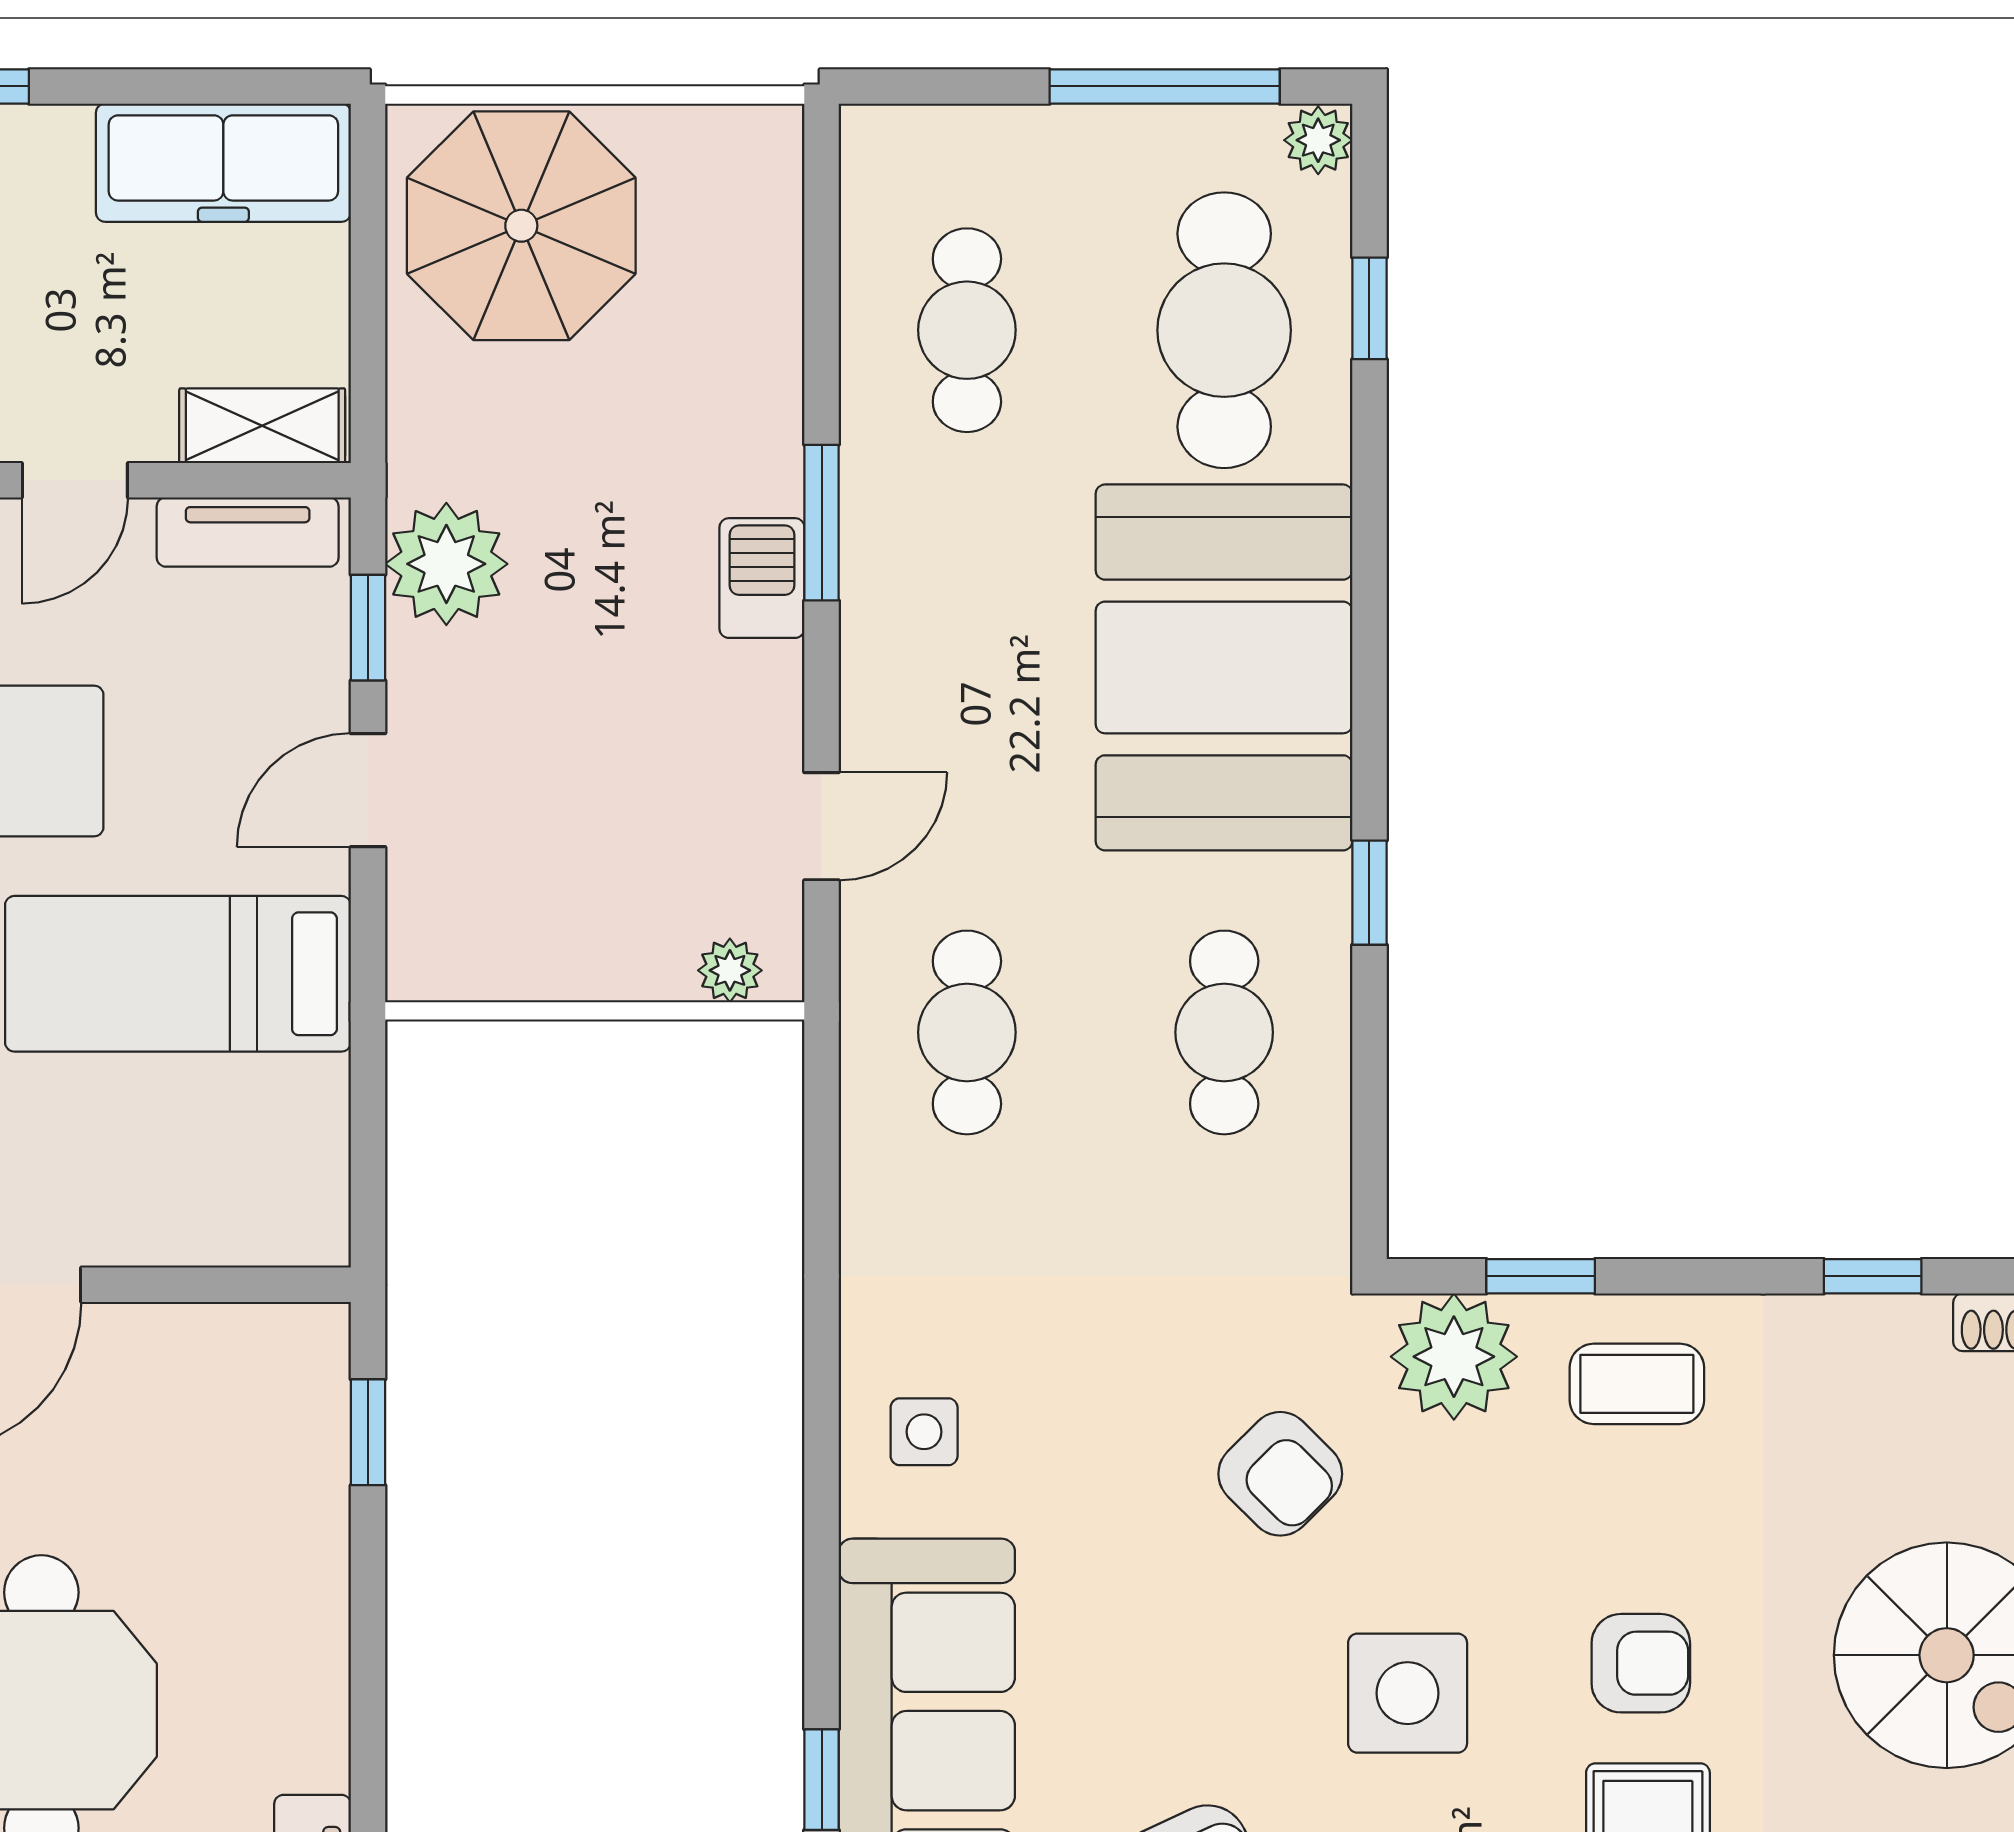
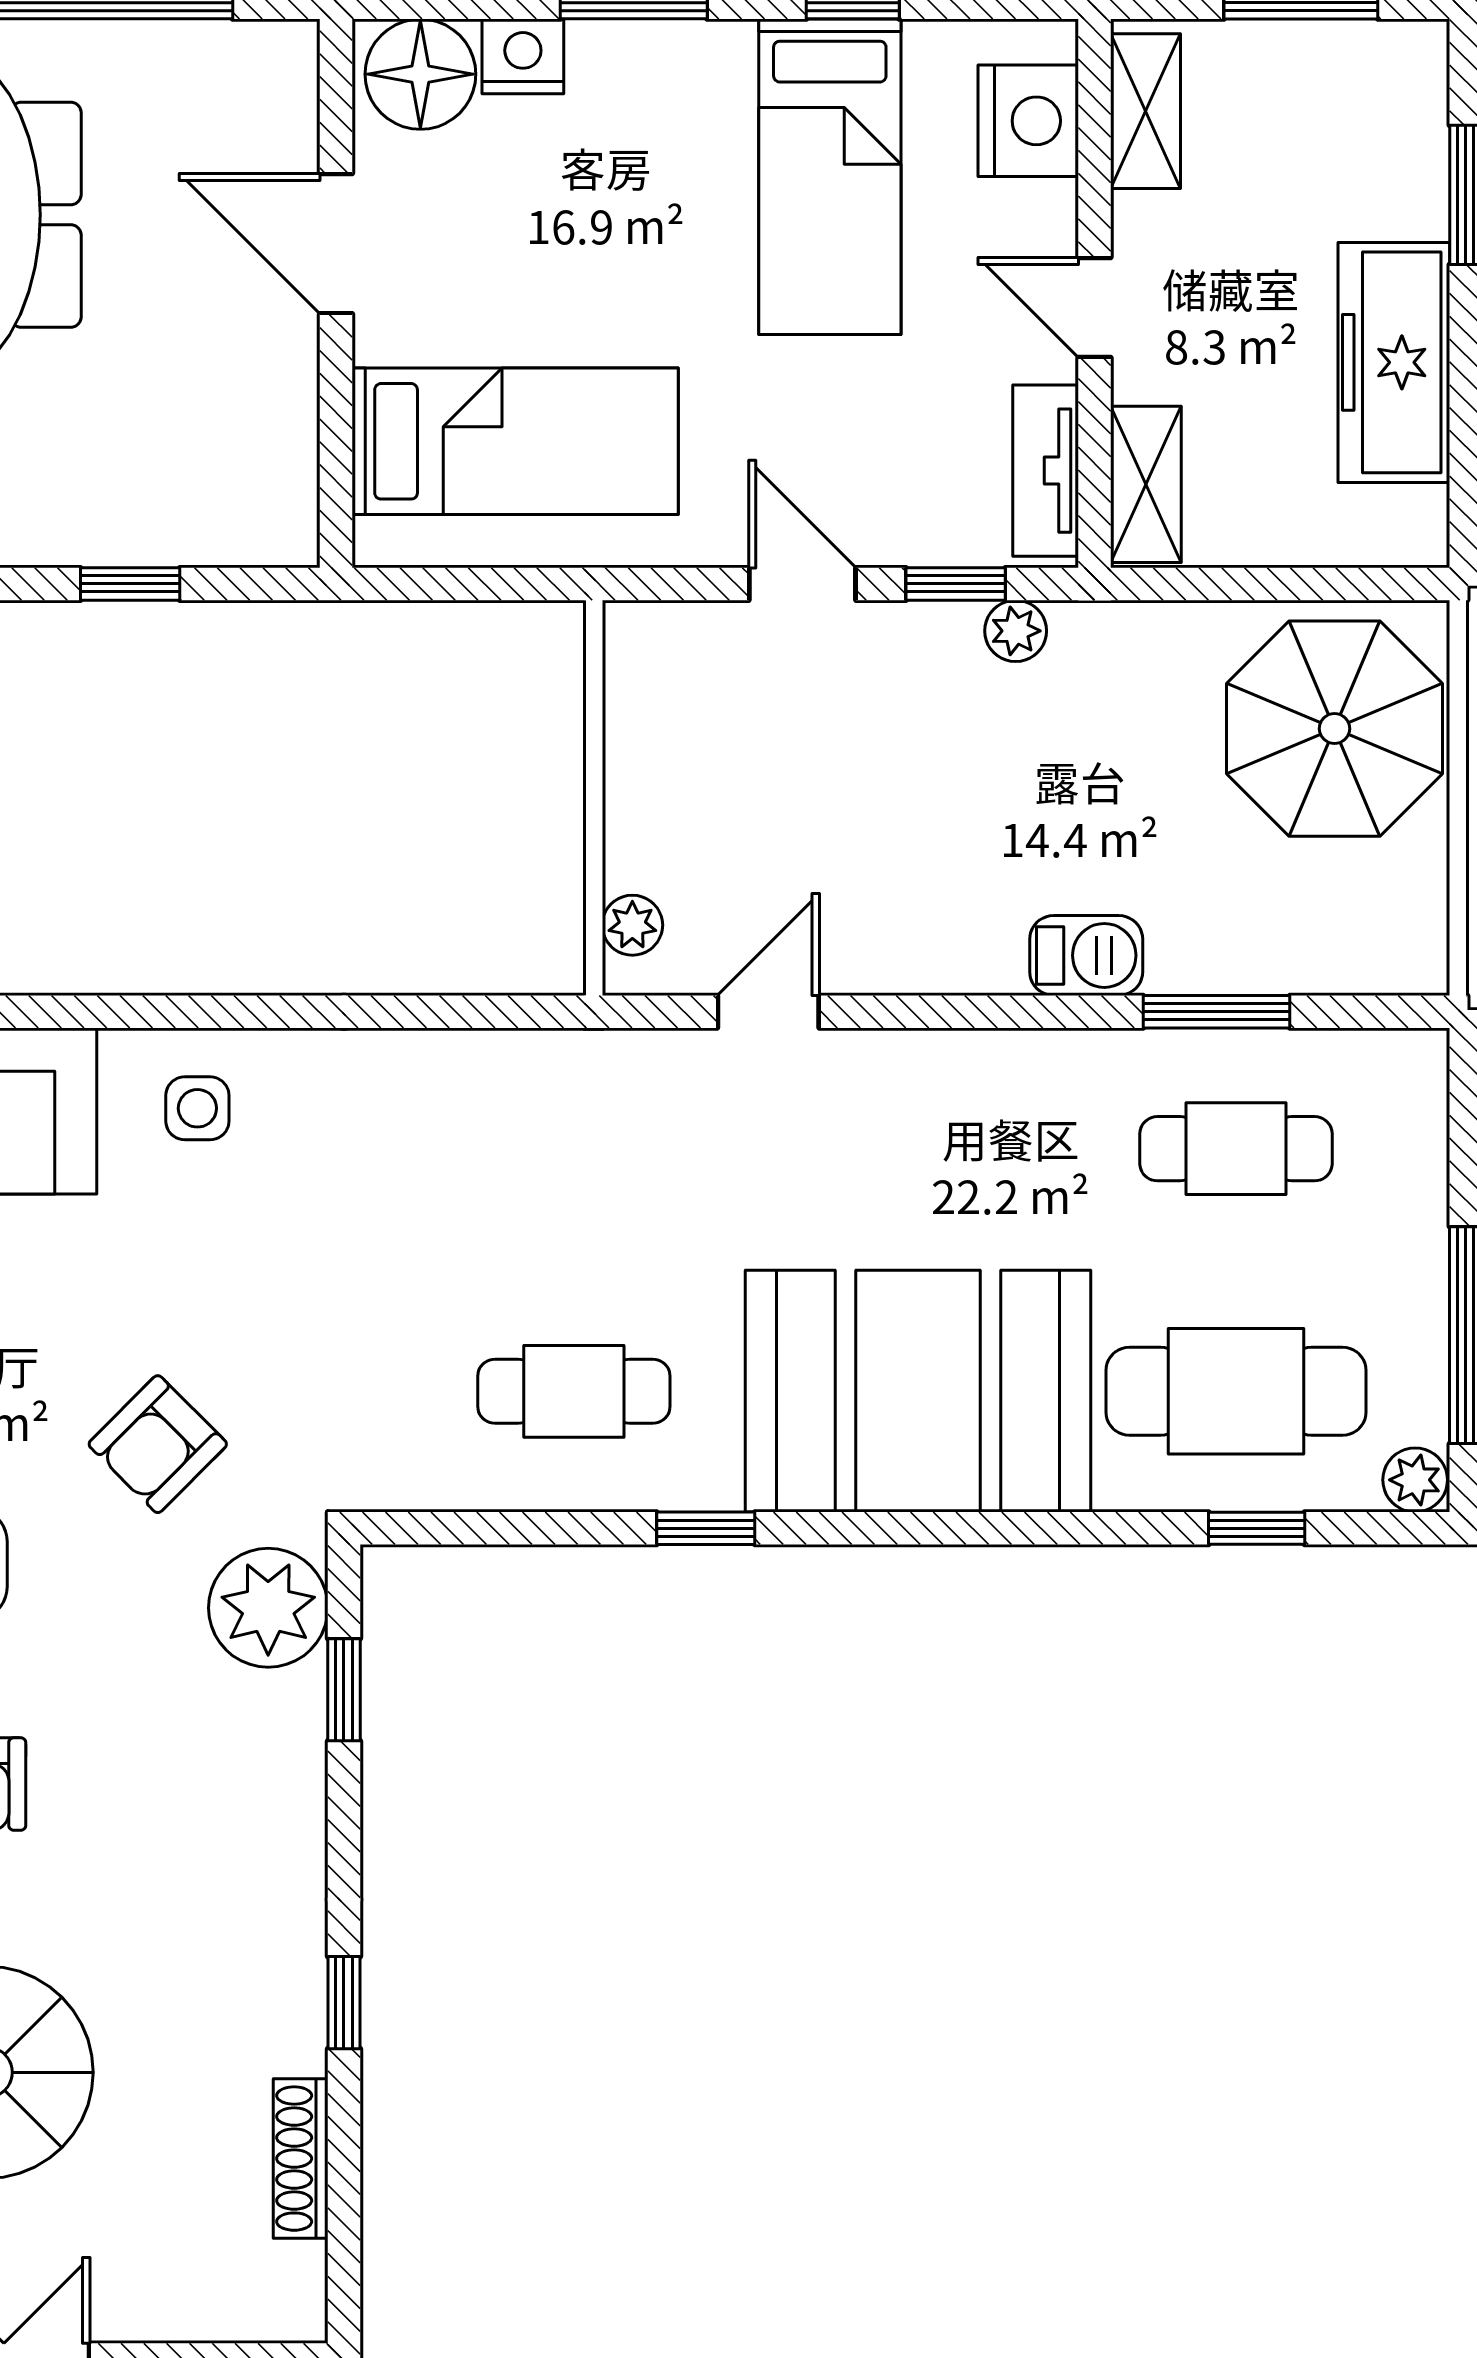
freezer: (223, 163) -> (1394, 362), moved
window: (822, 523) -> (1217, 1012), moved
plant: (446, 564) -> (1016, 631), width x0.53, depth x0.53
barbecue: (762, 578) -> (1086, 955), moved
door: (822, 826) -> (768, 1012), swing flipped
bed: (178, 974) -> (515, 441), moved, turned 90
cafe table: (967, 1032) -> (574, 1149), removed
coffee table: (1637, 1384) -> (243, 1780), removed
window: (368, 1432) -> (130, 584), moved

